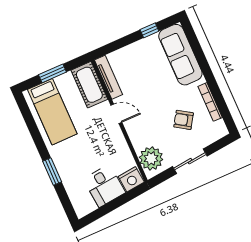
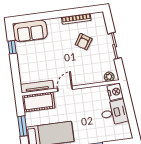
sofa: (180, 55) -> (30, 31), width x0.73
plant: (151, 158) -> (109, 77), width x0.53, depth x0.53

